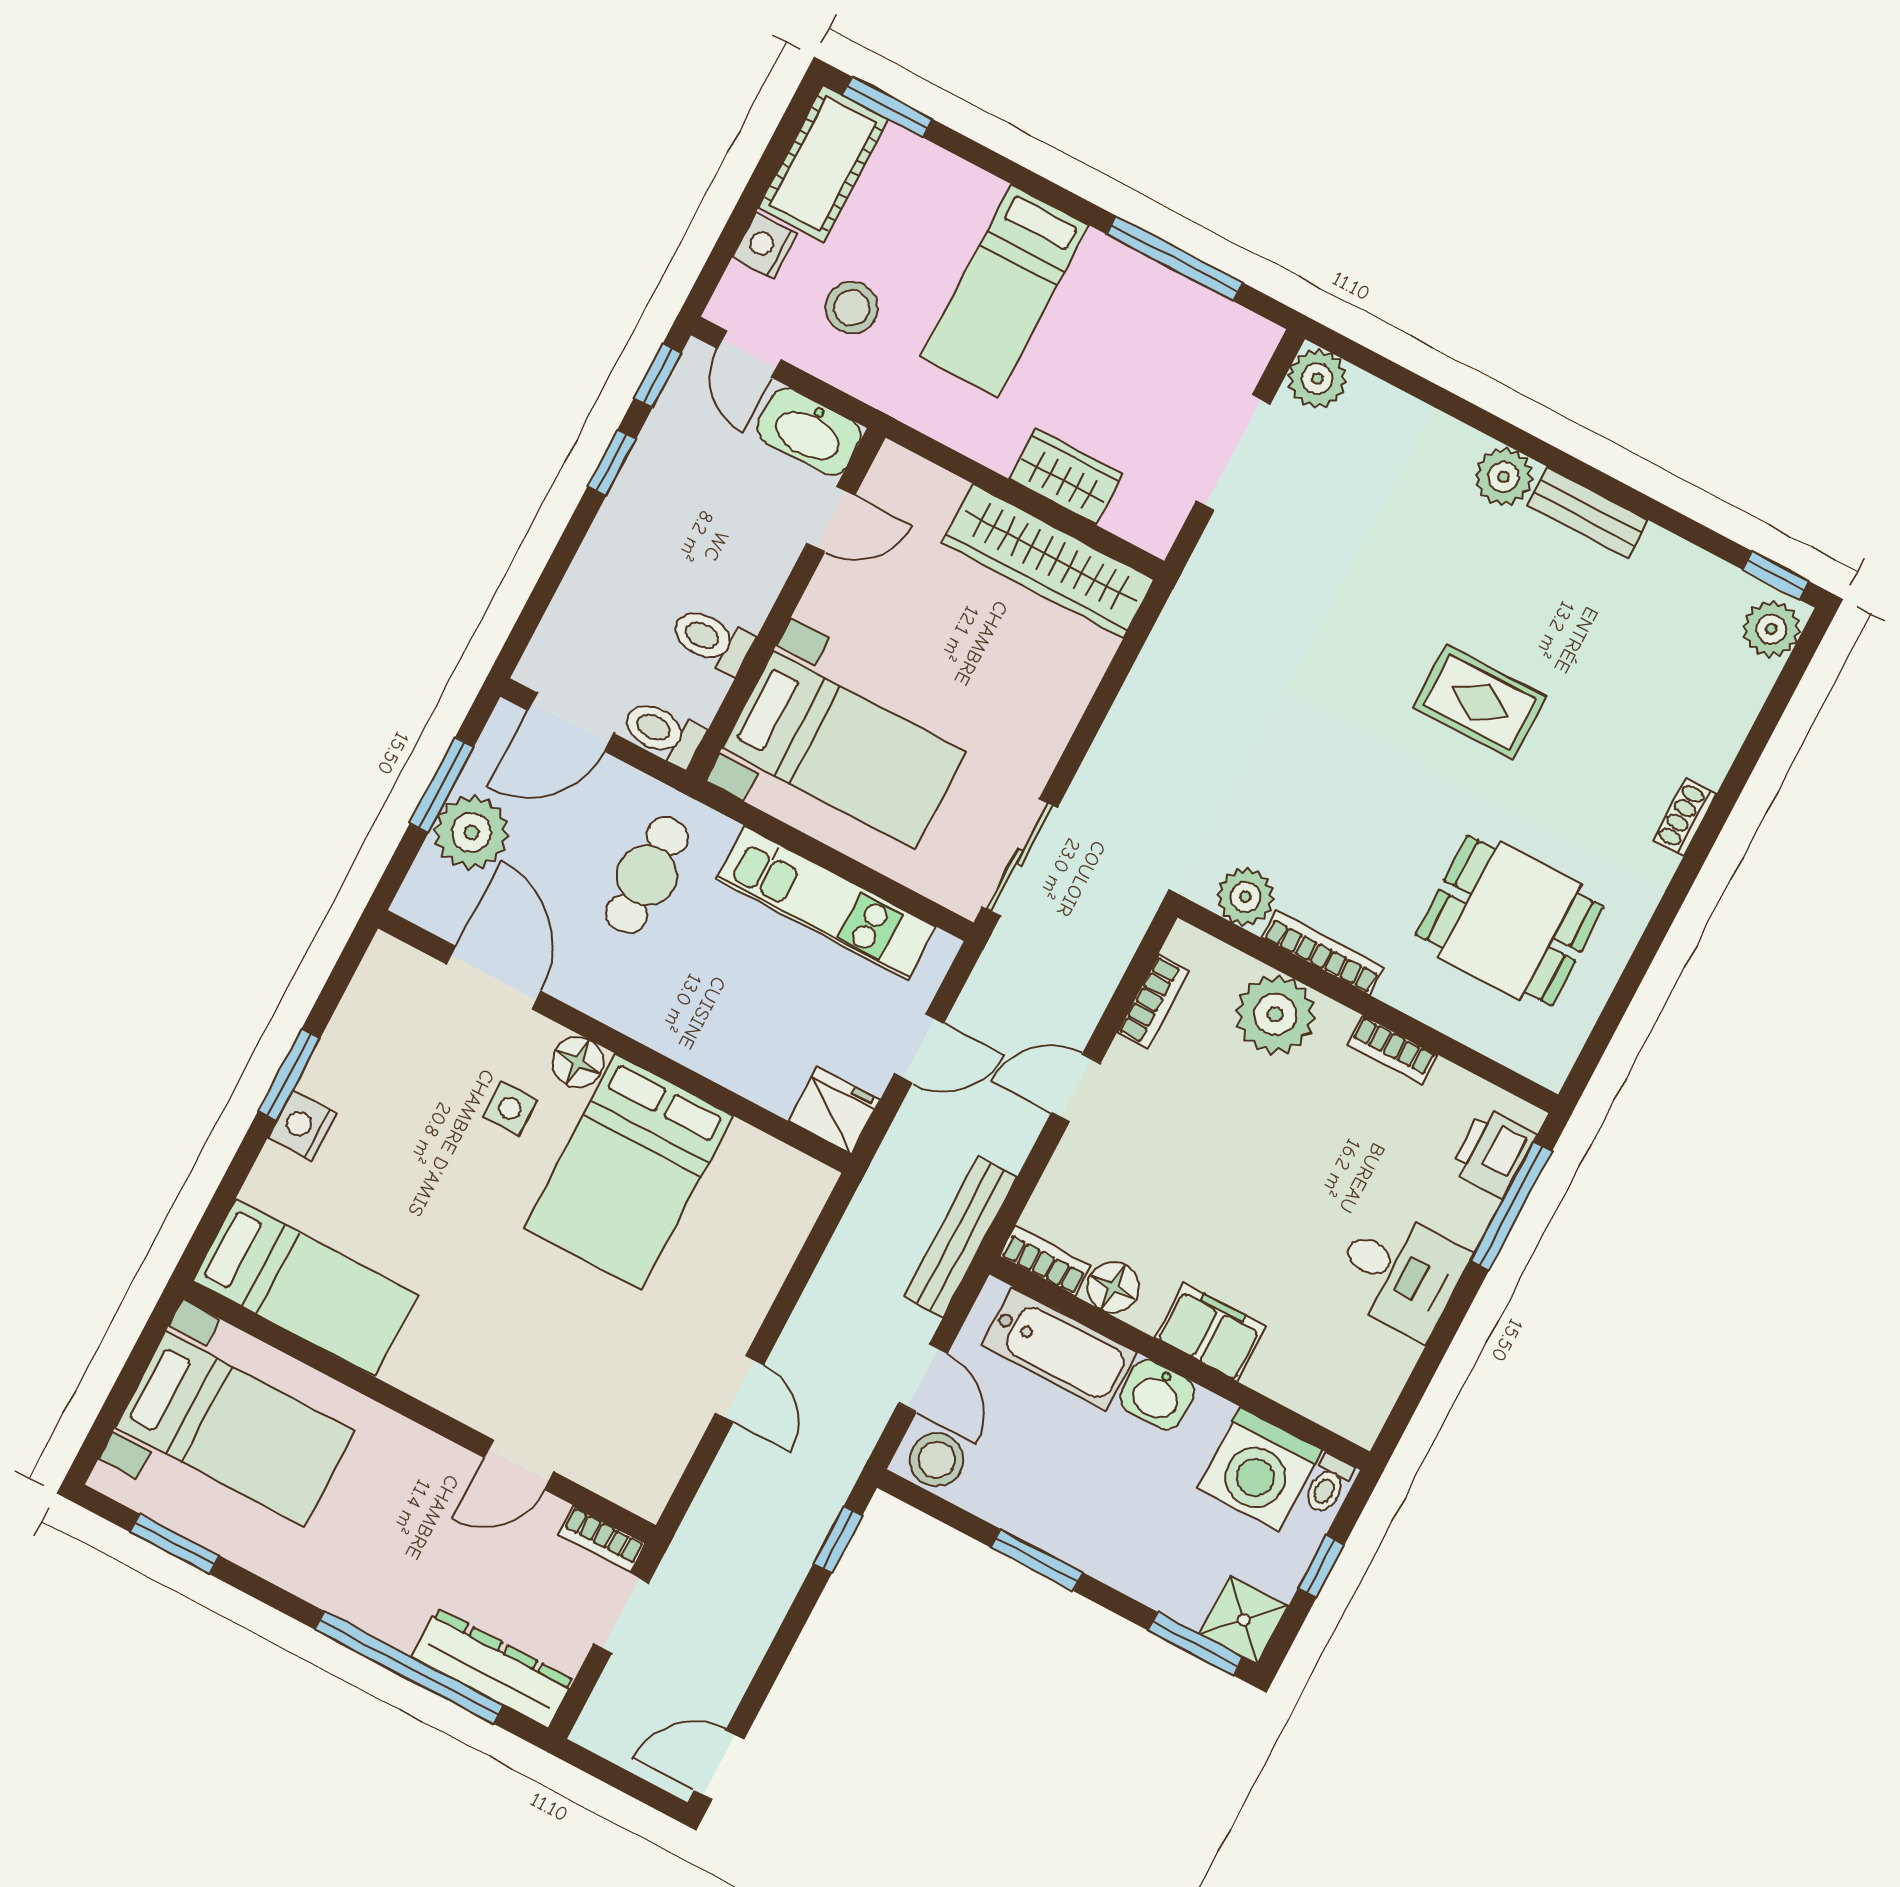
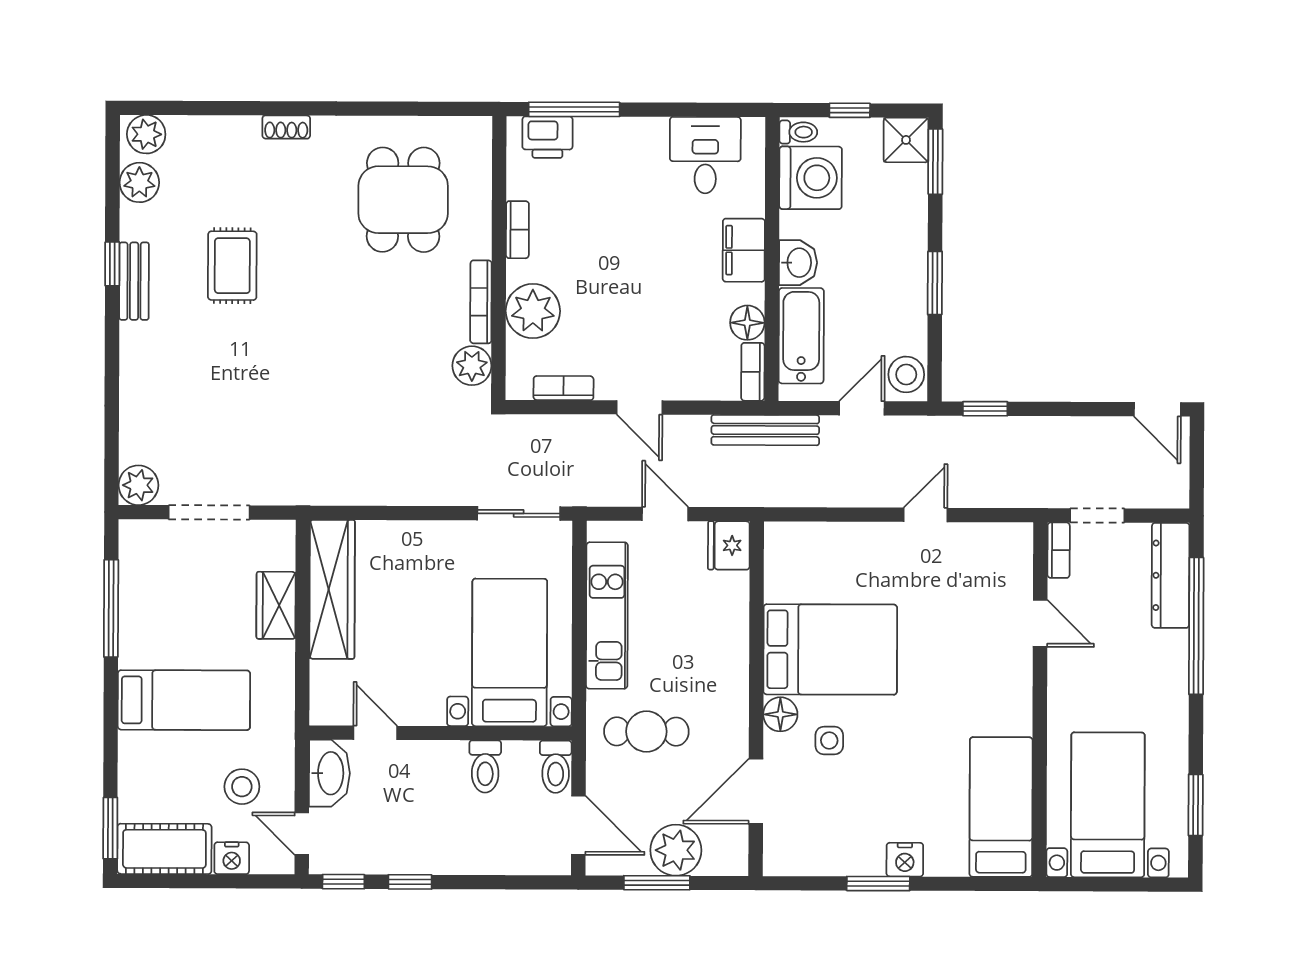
door: (749, 354) -> (302, 834), swing flipped
plant: (1504, 477) -> (139, 182), moved
window: (1776, 575) -> (112, 264), moved
rug: (1480, 702) -> (232, 266), moved
desk: (1400, 1273) -> (705, 155), moved

